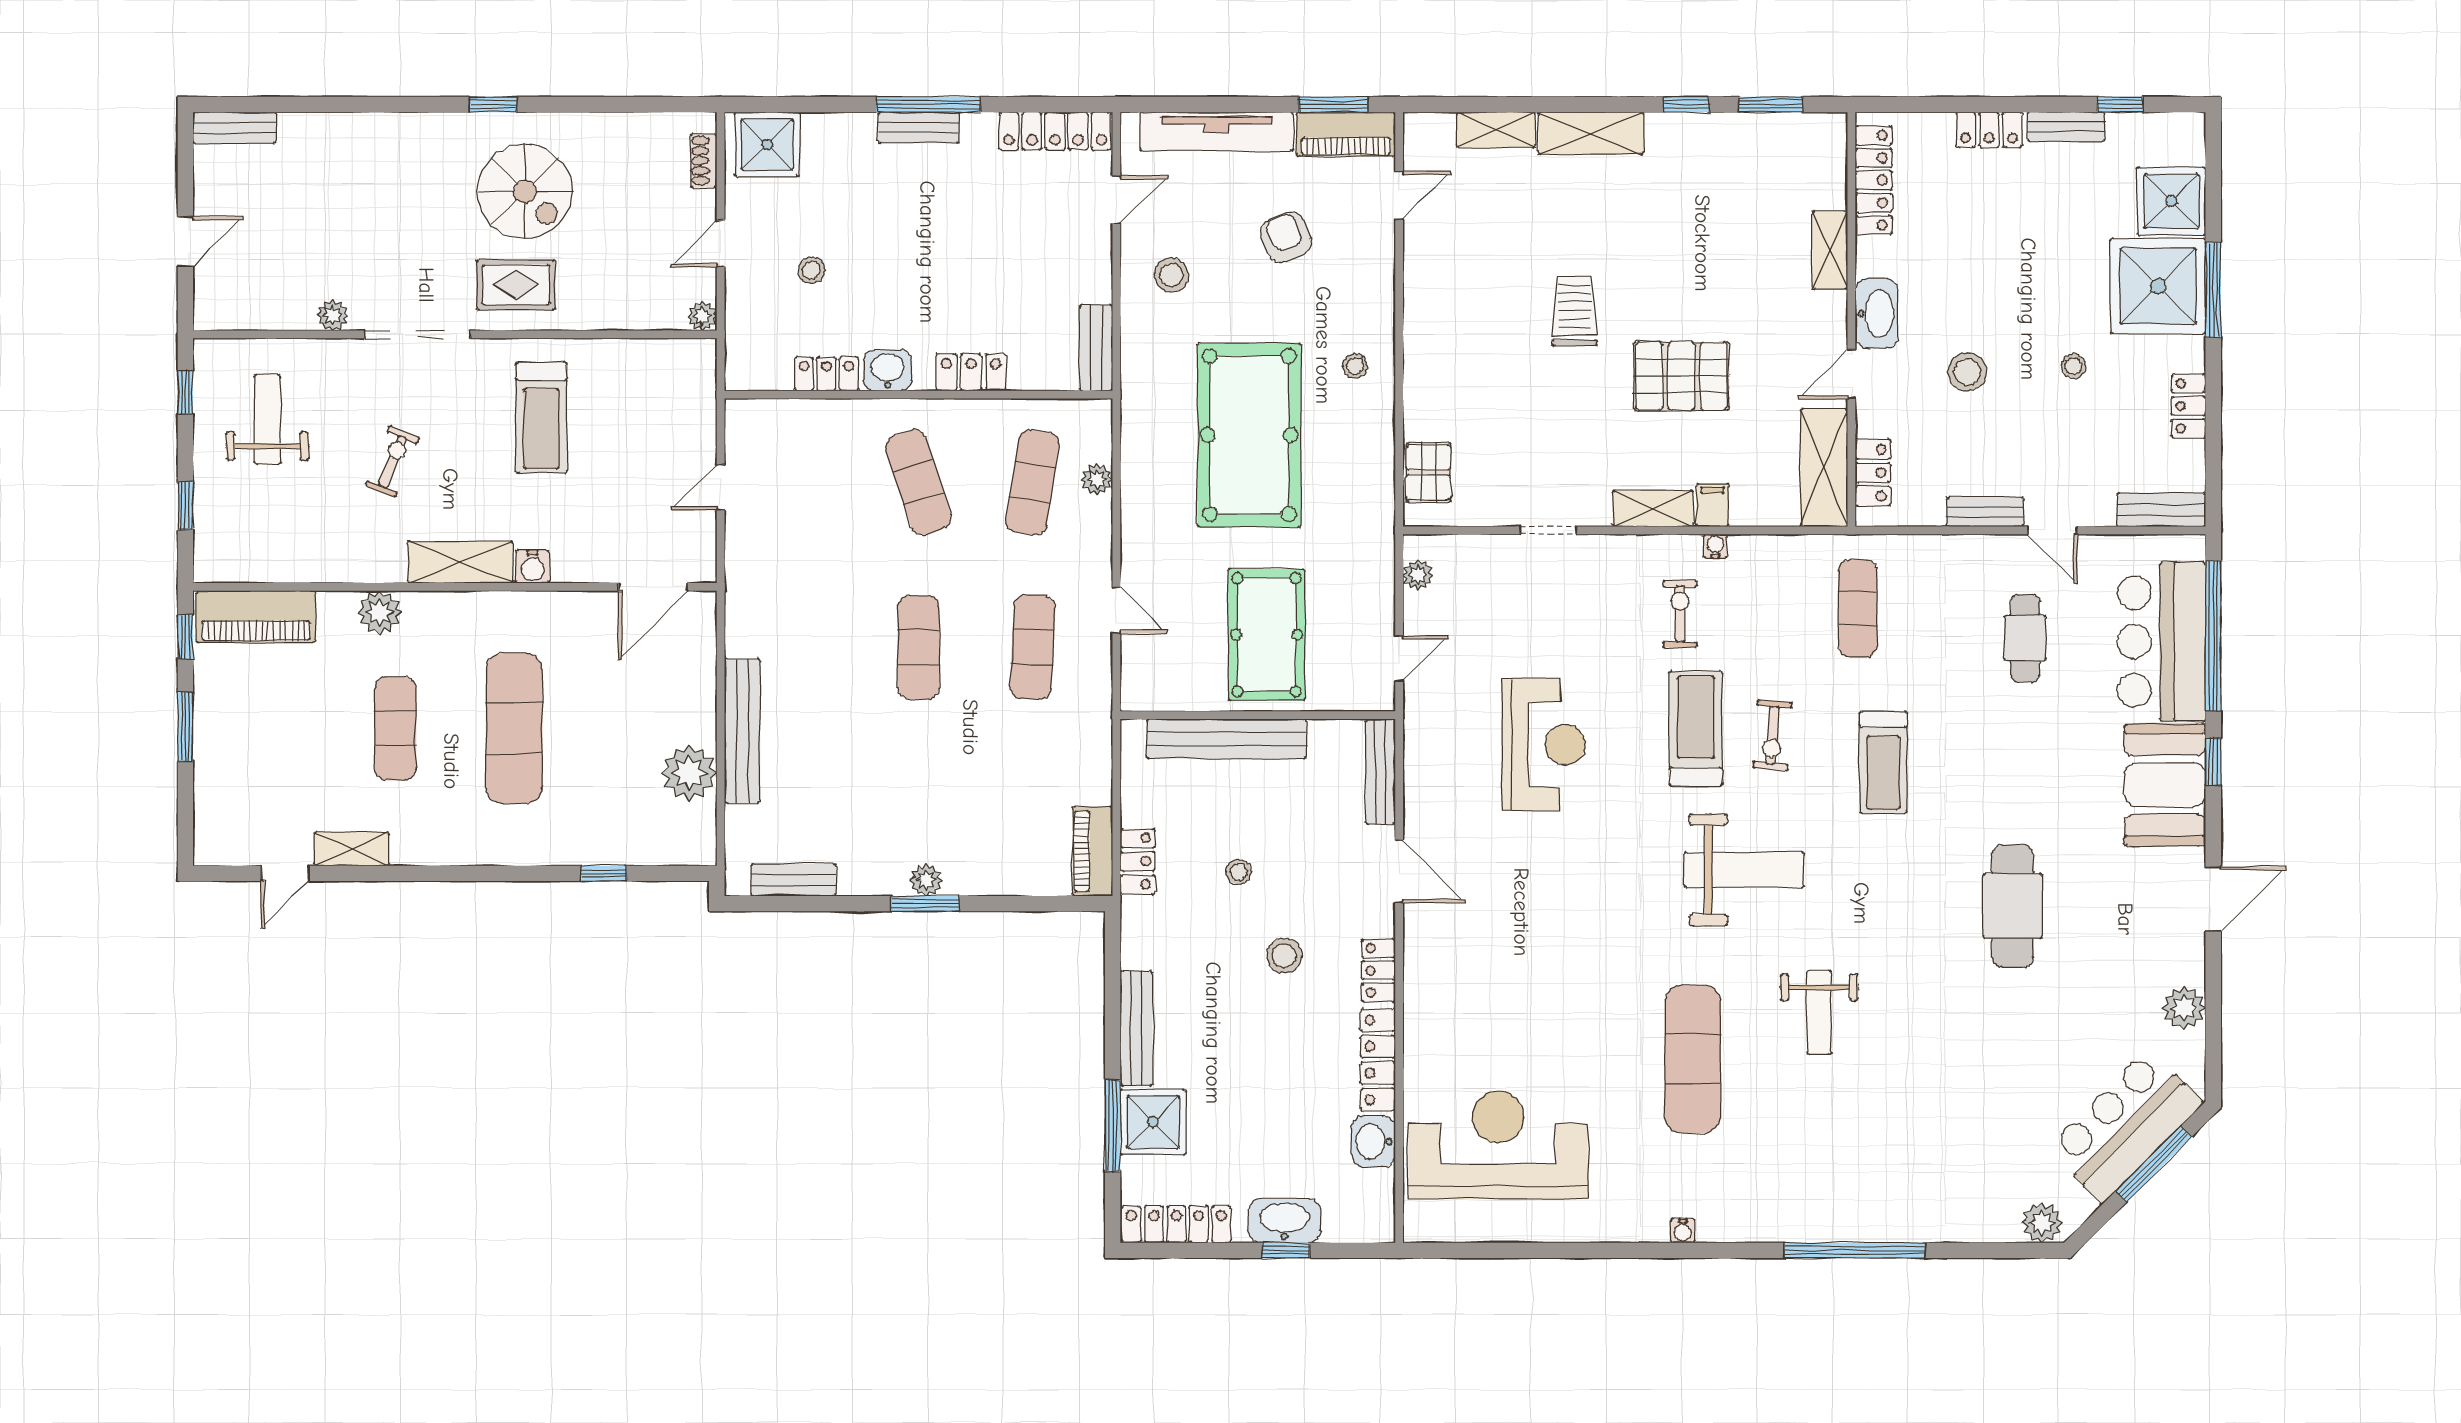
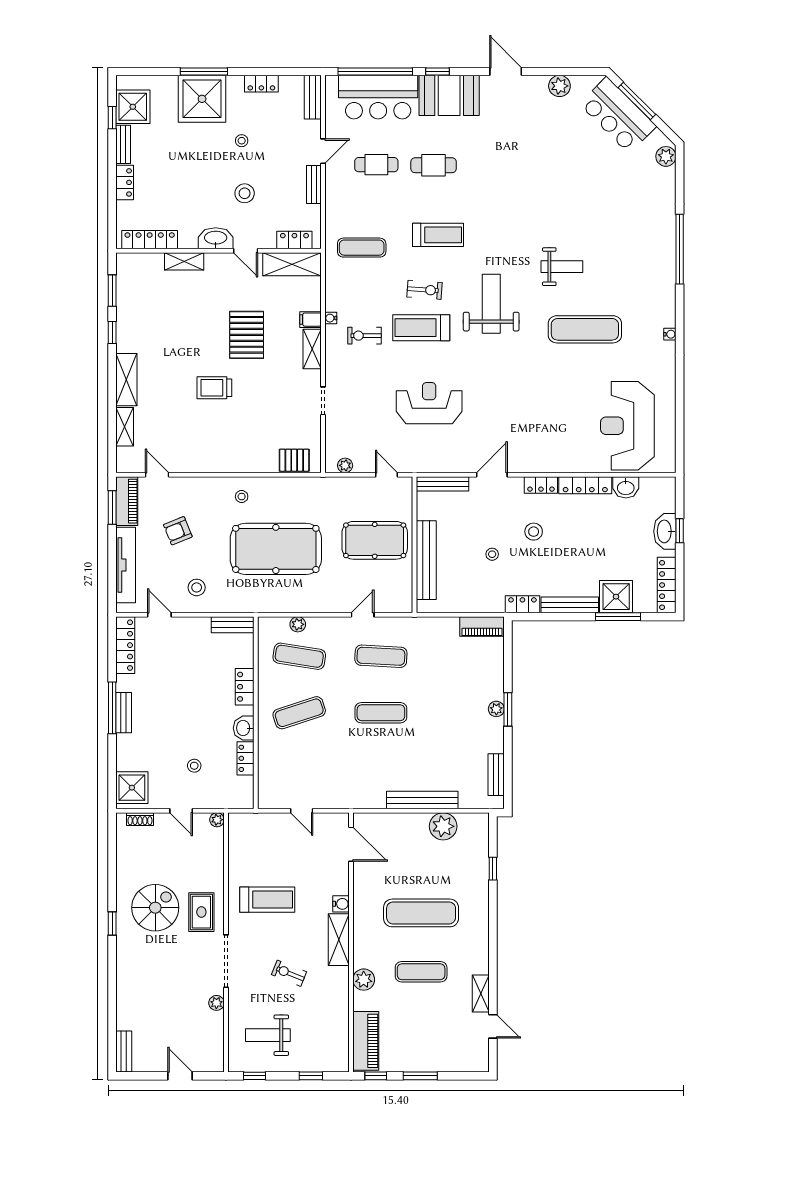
shower: (2171, 201) -> (133, 107), moved
locker: (1138, 861) -> (522, 604), moved
cafe table: (2013, 906) -> (434, 165), moved, width x0.73, depth x0.74

